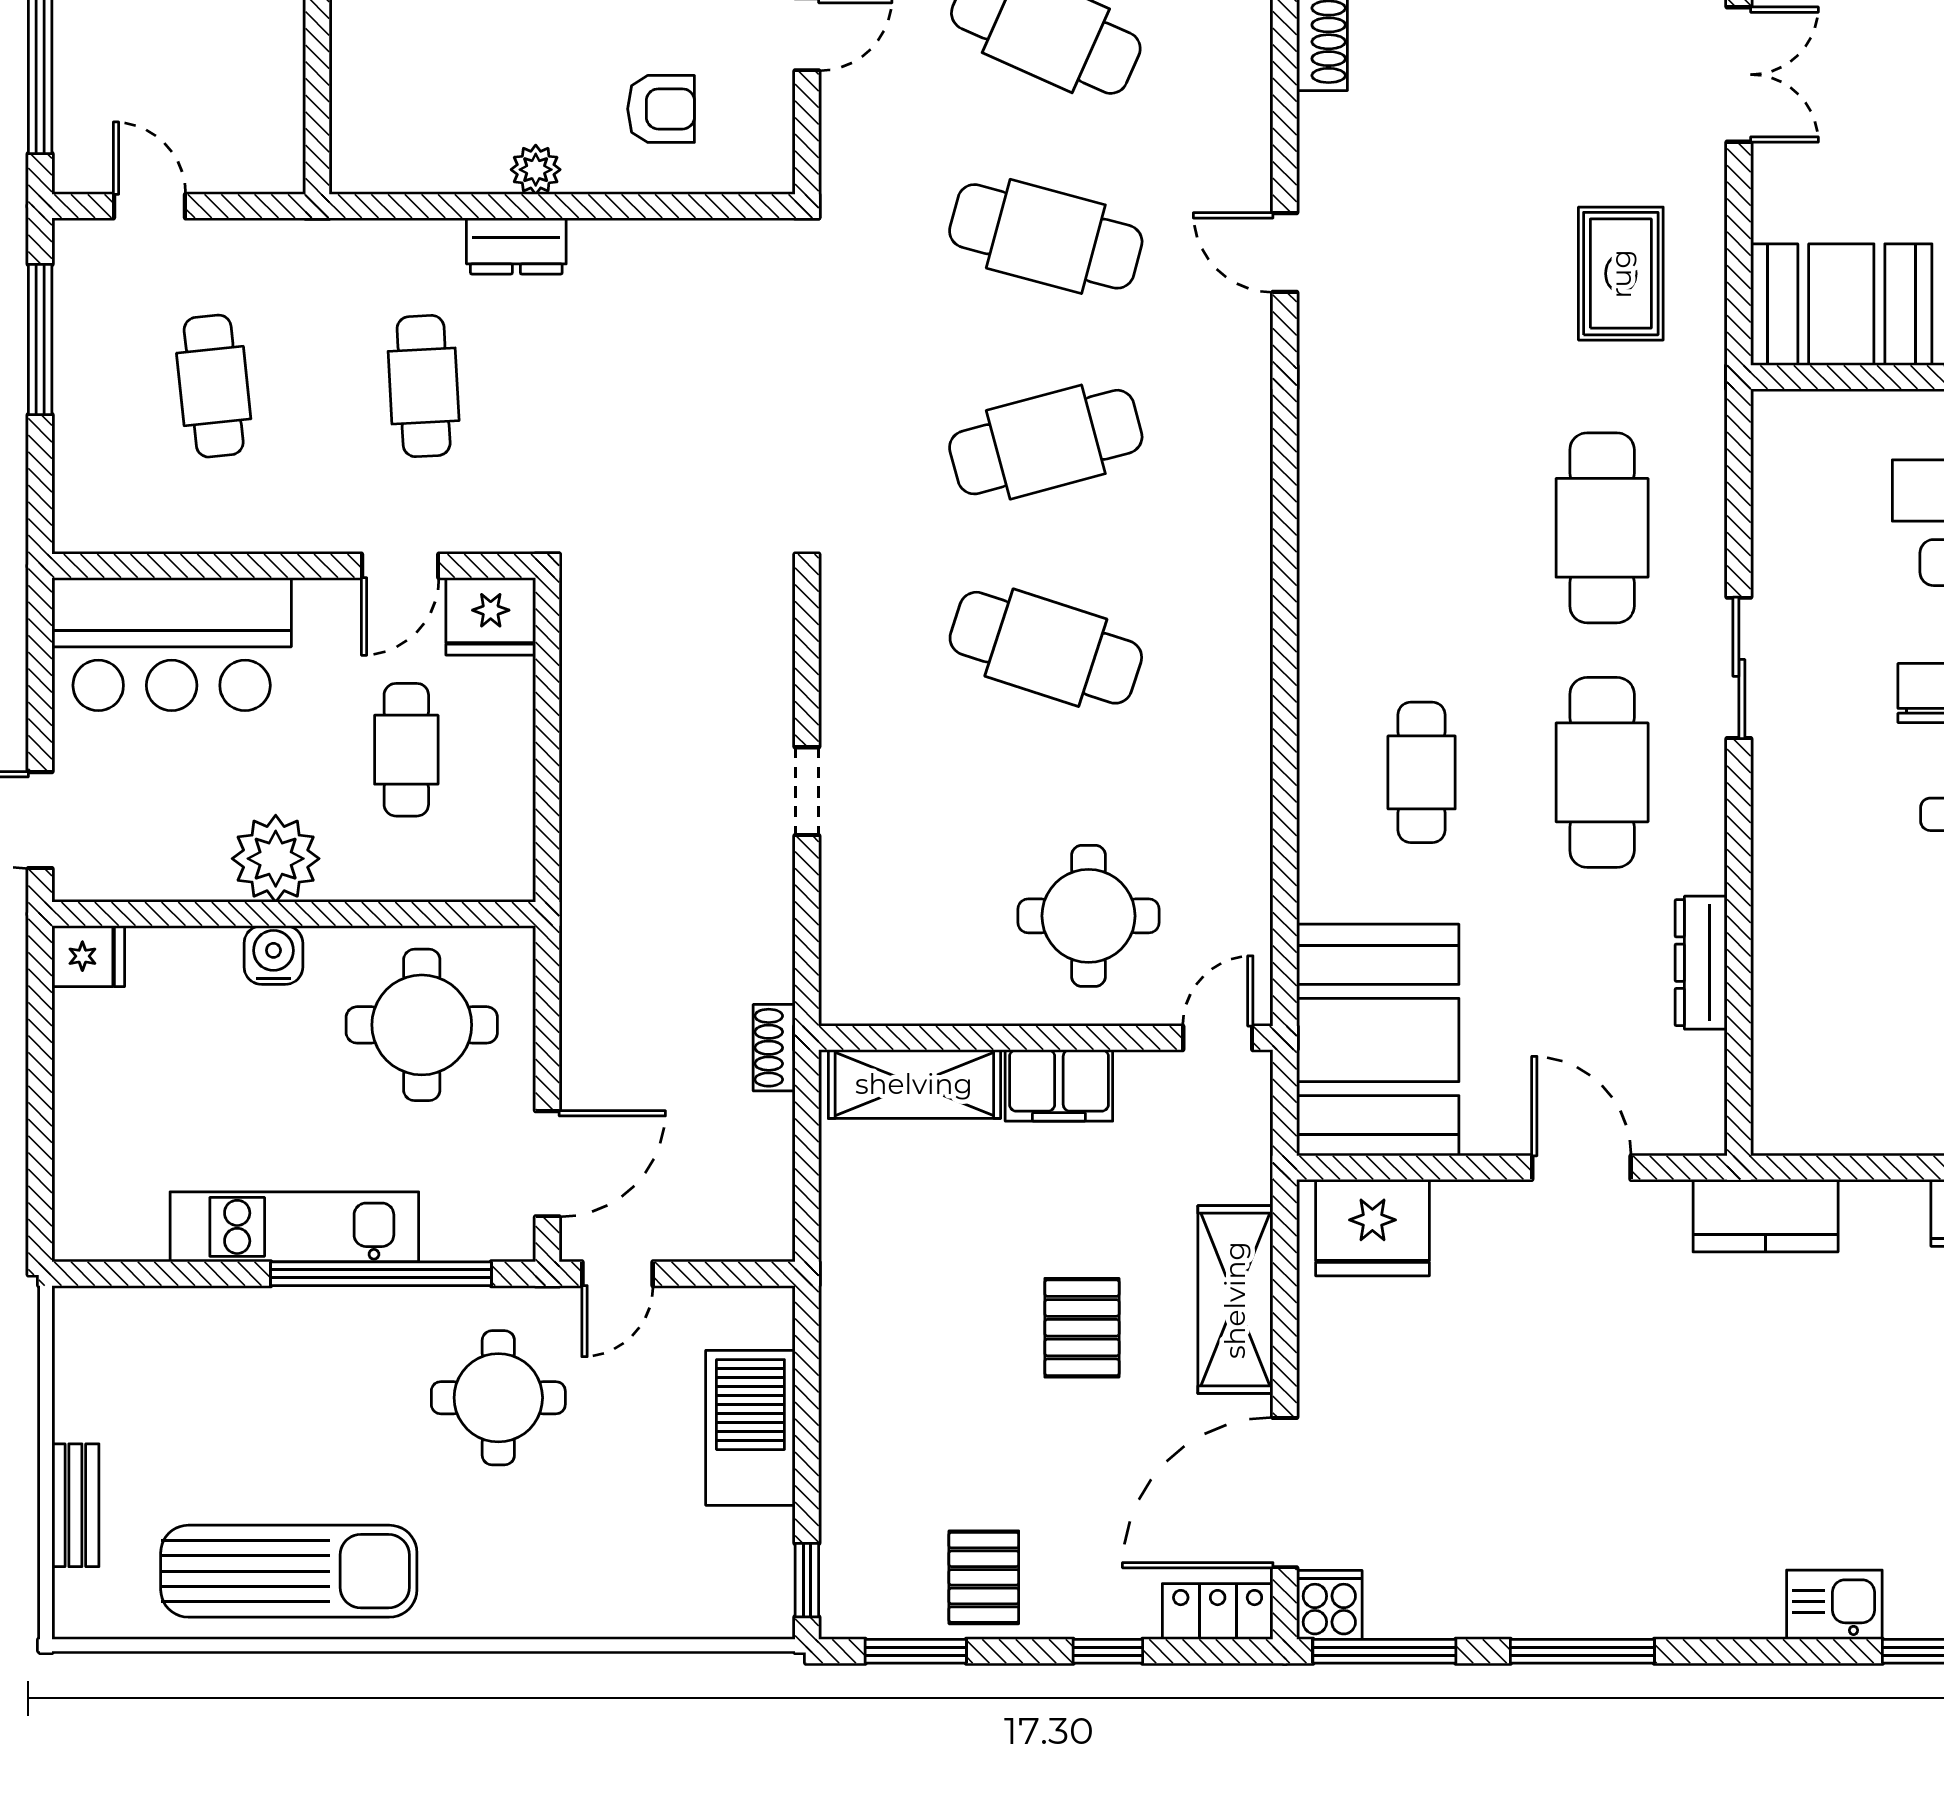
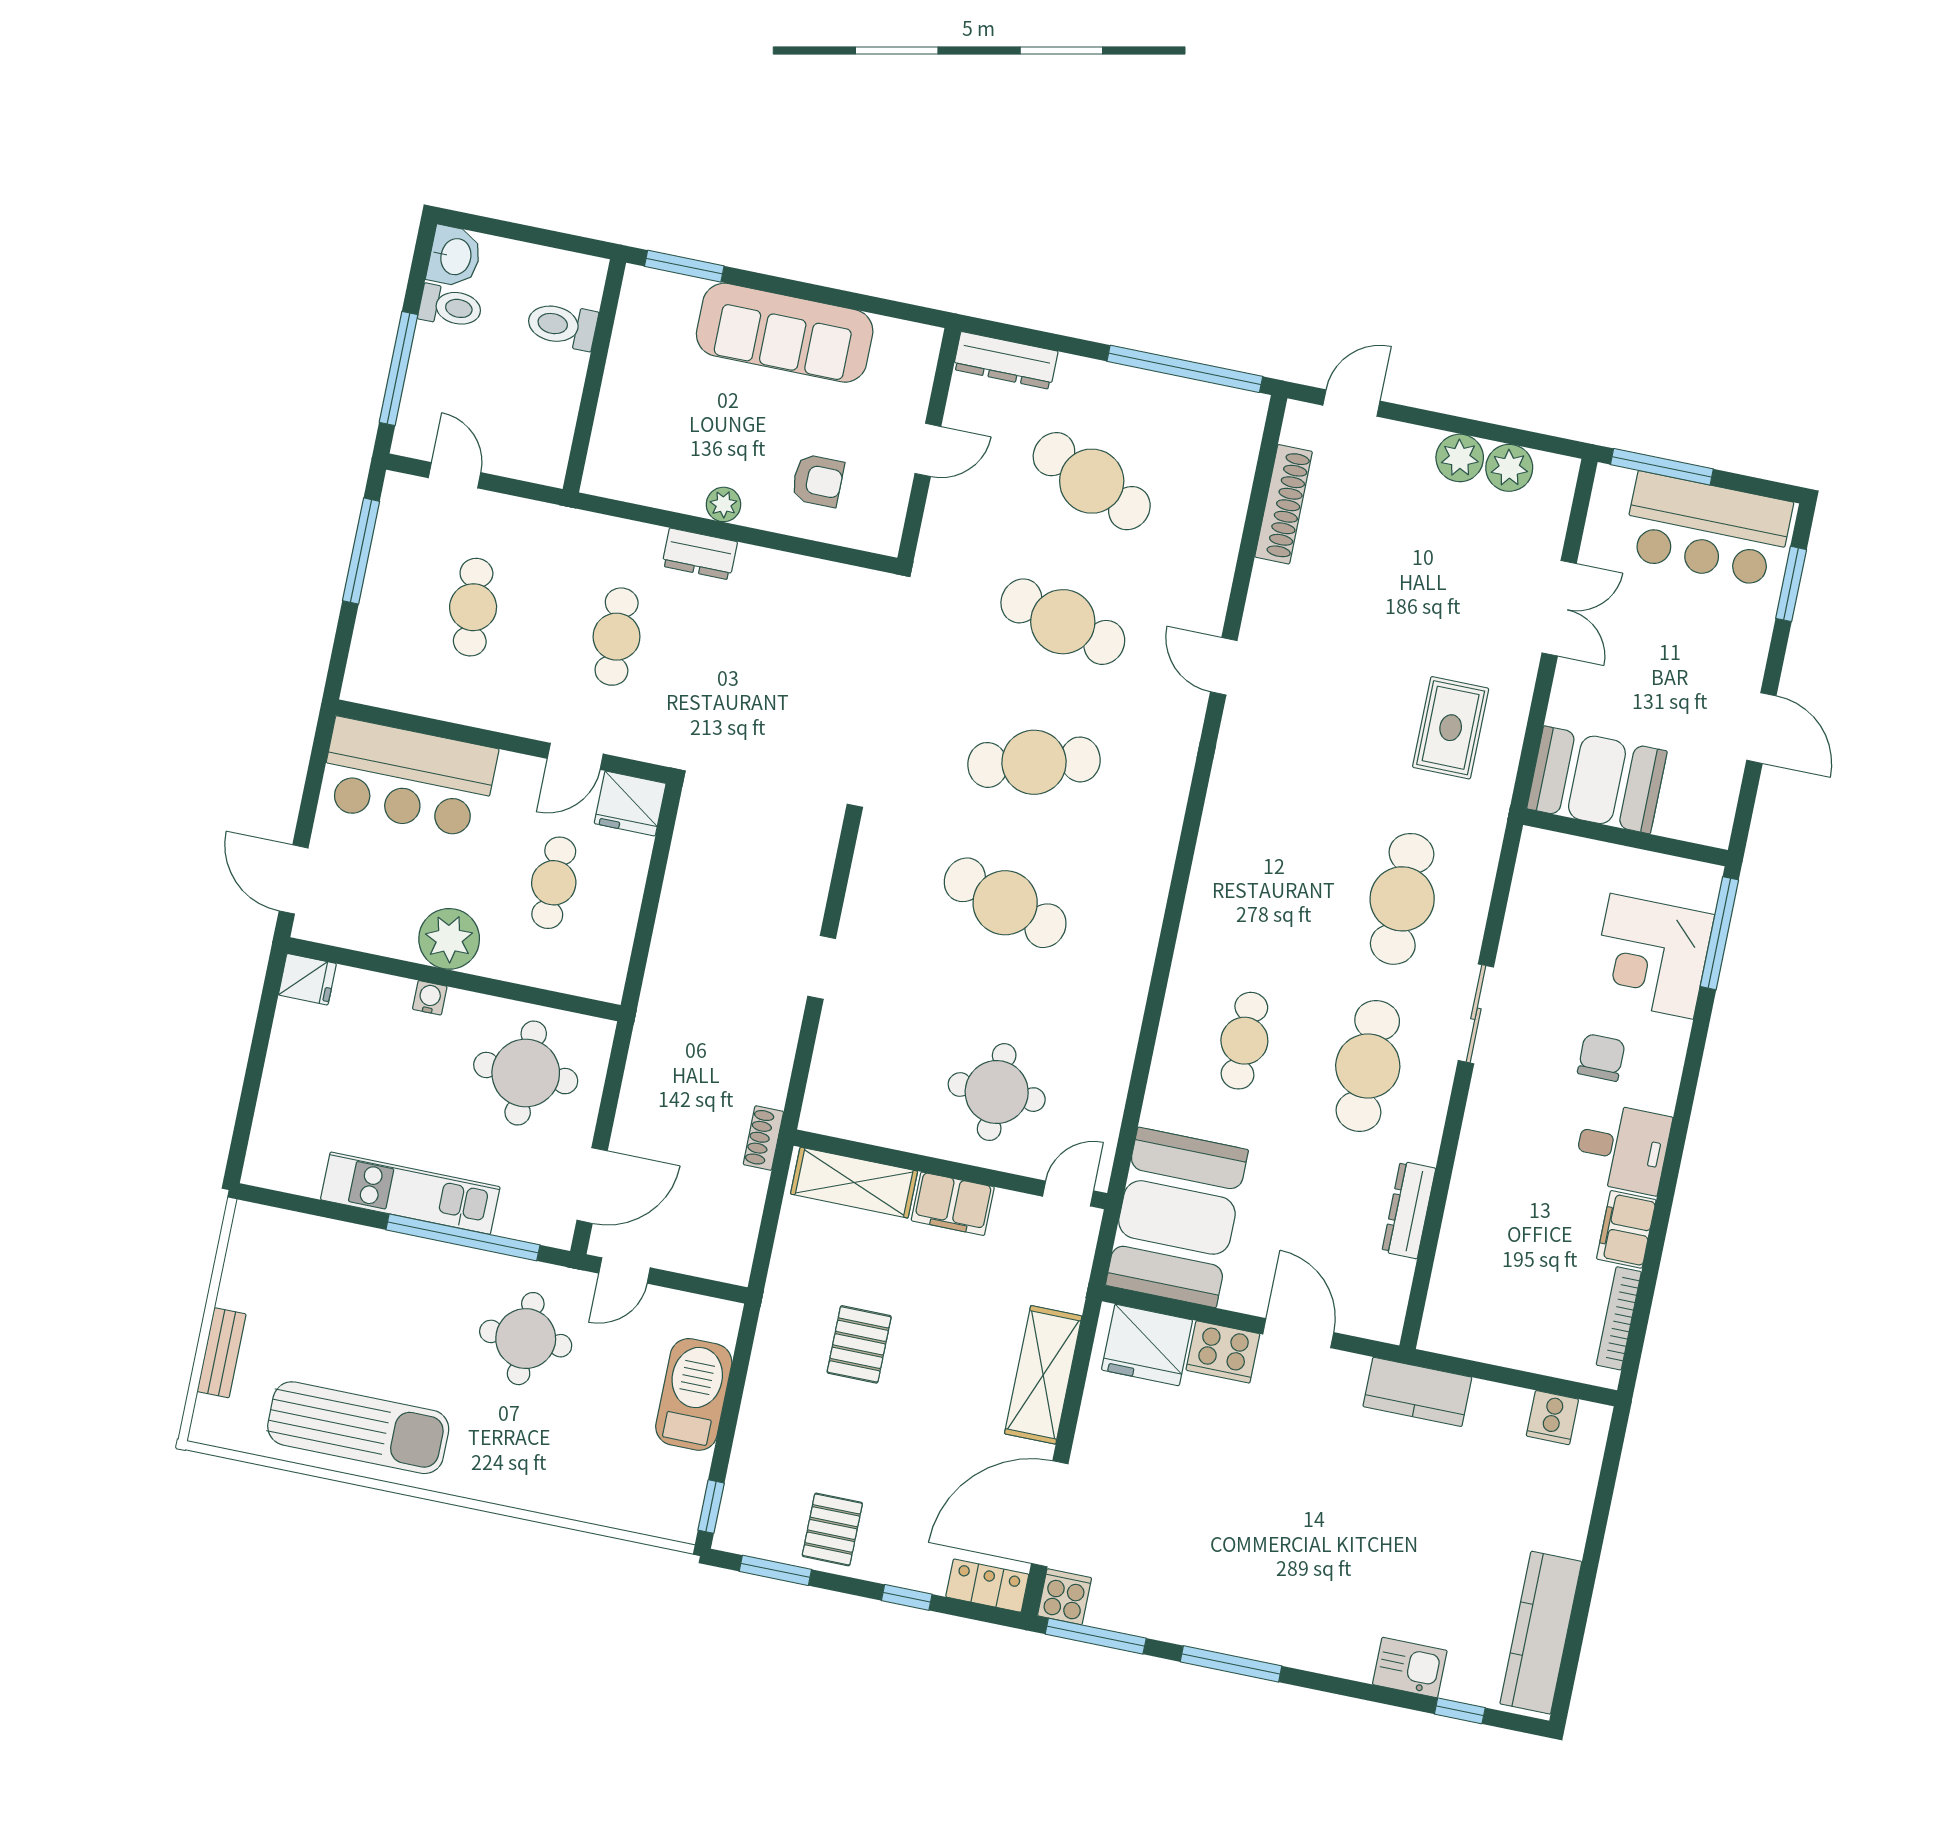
water cooler: (273, 955) -> (430, 998), width x0.72, depth x0.72
cooker: (1481, 1216) -> (1223, 1352), added
pallet: (1082, 1328) -> (859, 1344), moved

